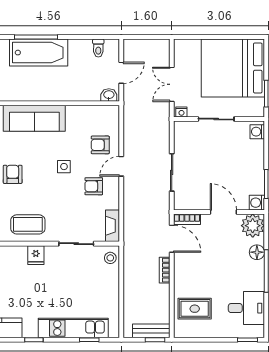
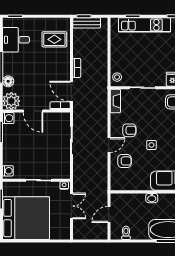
washbasin: (109, 95) -> (152, 198), moved

